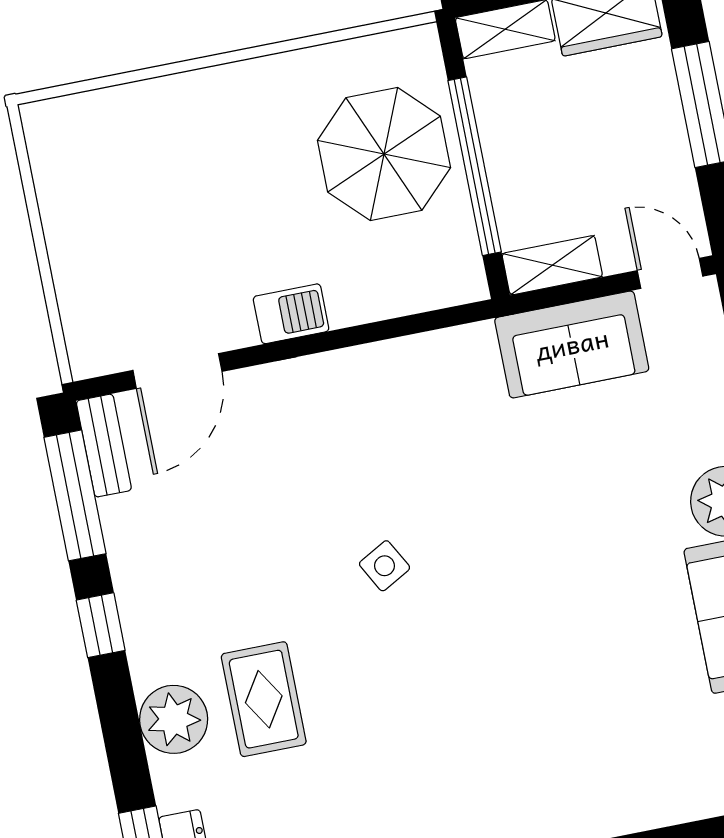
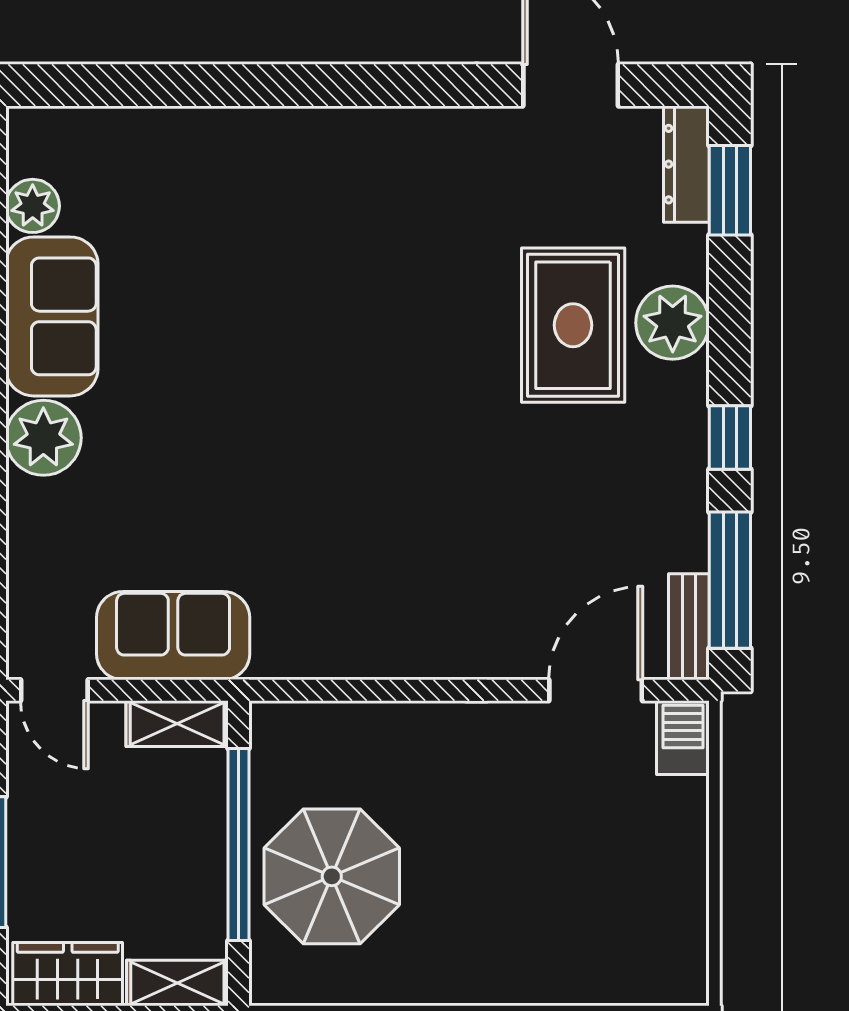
barbecue: (291, 314) -> (683, 738), moved, turned 90
side table: (385, 566) -> (417, 441), removed
rug: (264, 699) -> (573, 325), width x1.36, depth x1.43

